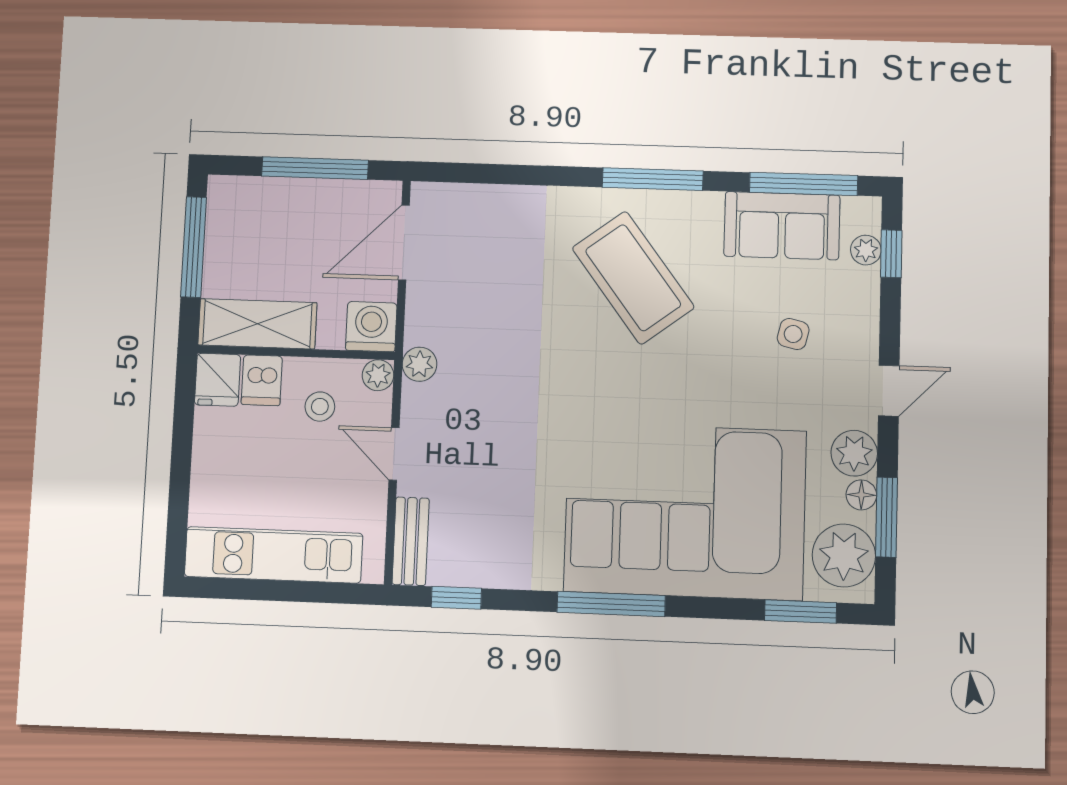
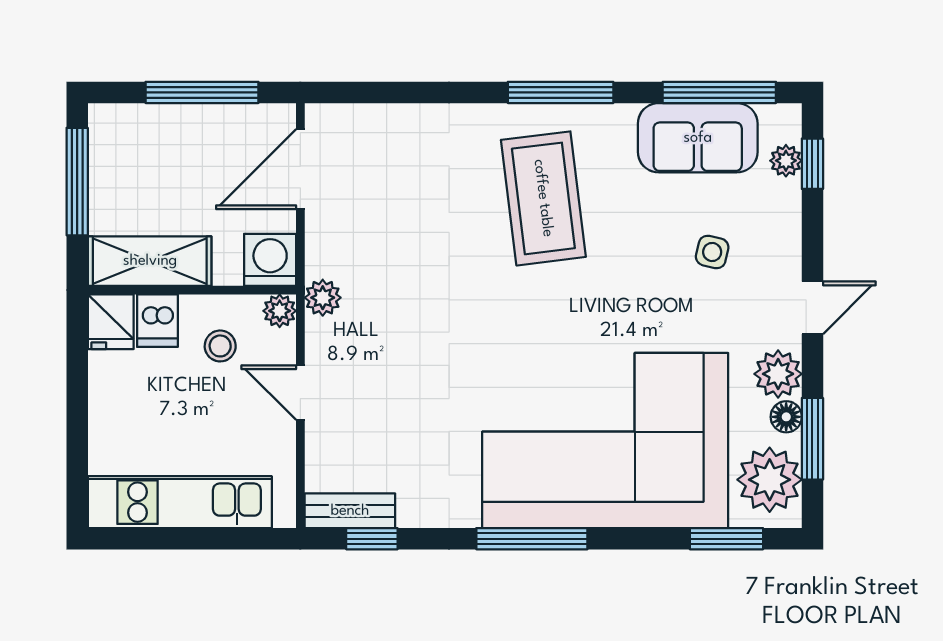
coffee table: (633, 278) -> (543, 198), turned 30
bench: (411, 541) -> (350, 511), moved, turned 90

